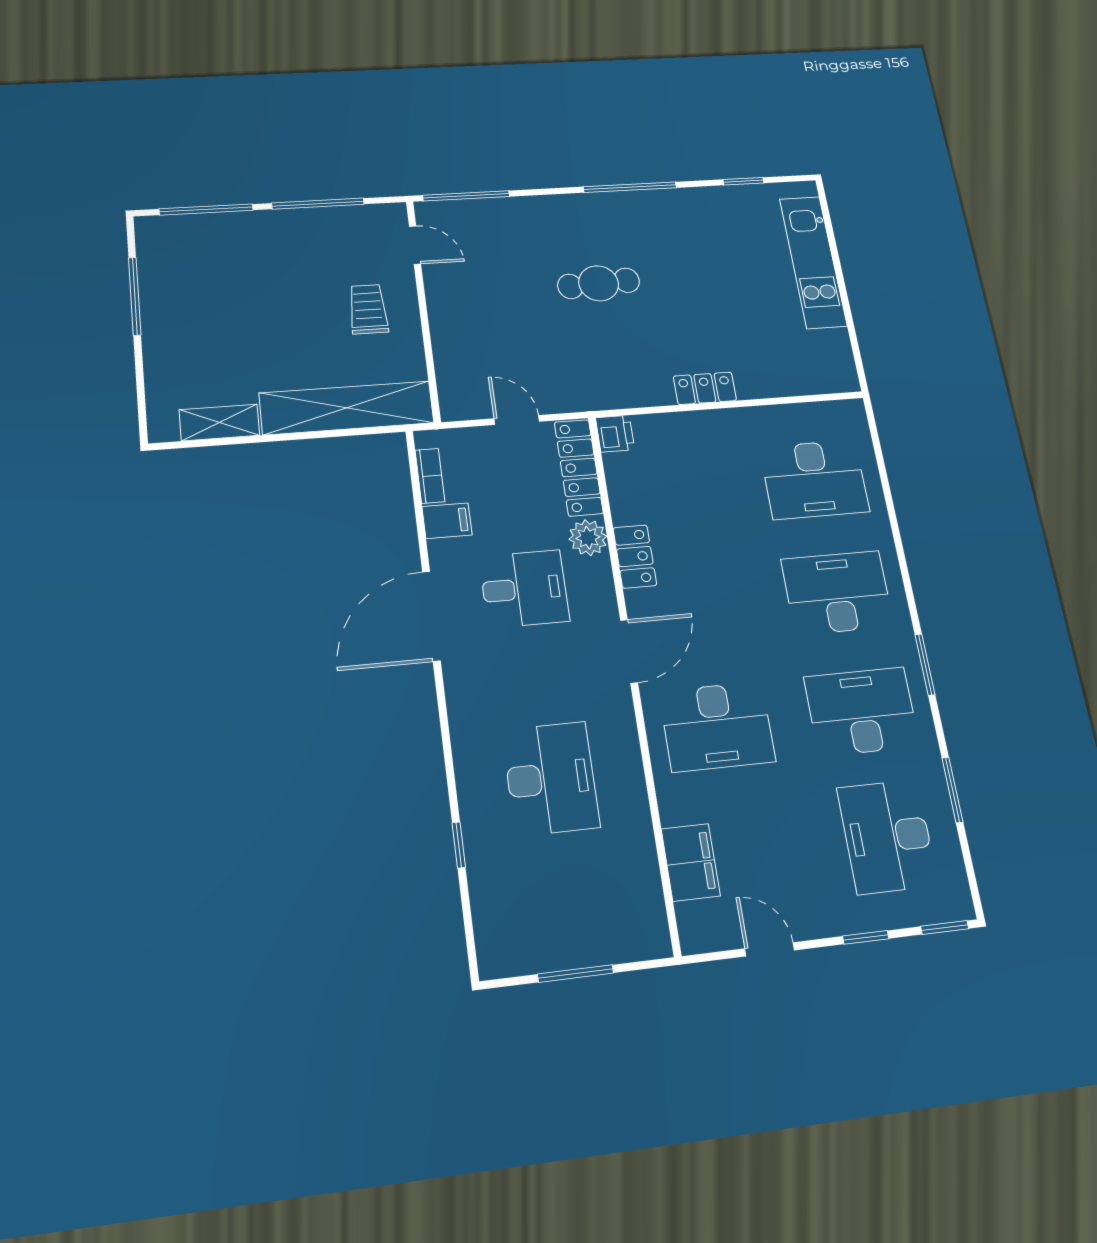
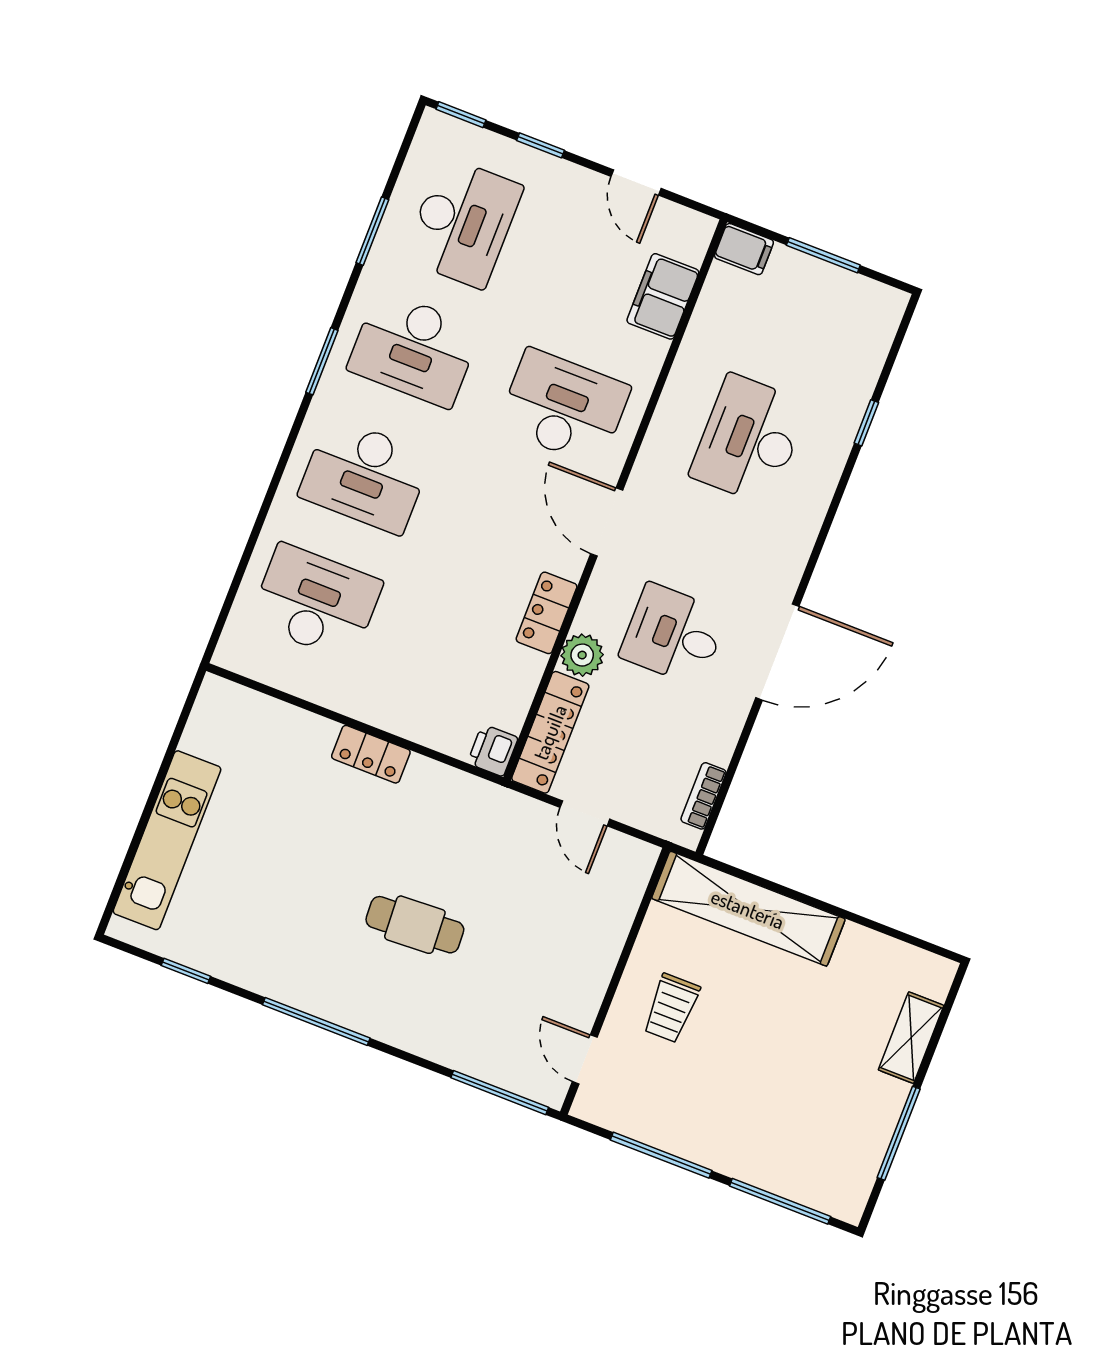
shelving: (219, 423) -> (911, 1038), moved, turned 90
filing cabinet: (447, 521) -> (744, 249), moved, turned 180
door: (629, 651) -> (607, 522), hinge flipped

